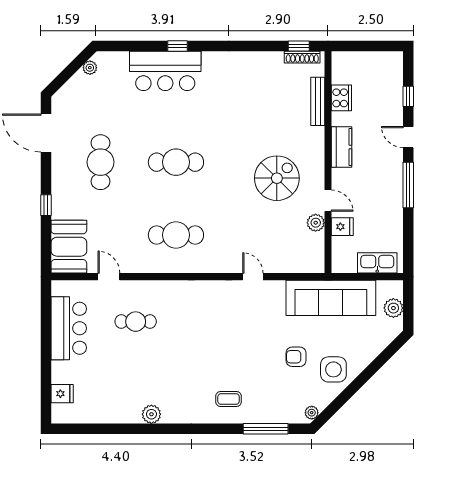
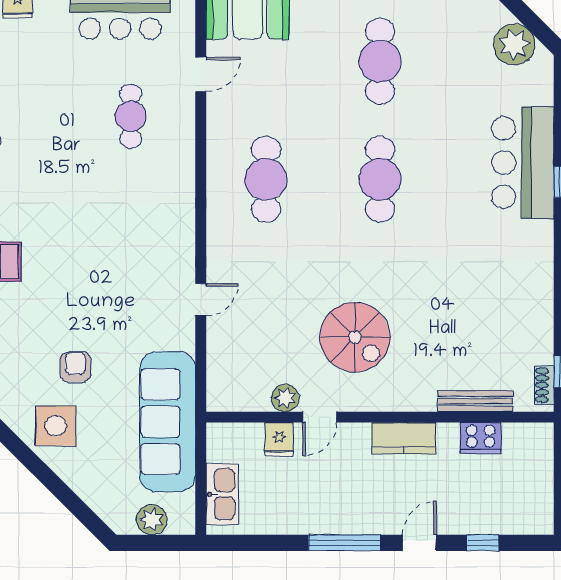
shoe rack: (302, 57) -> (544, 385), width x0.70
plant: (90, 68) -> (514, 44), width x1.87, depth x1.87
cafe table: (100, 162) -> (380, 61), turned 90

